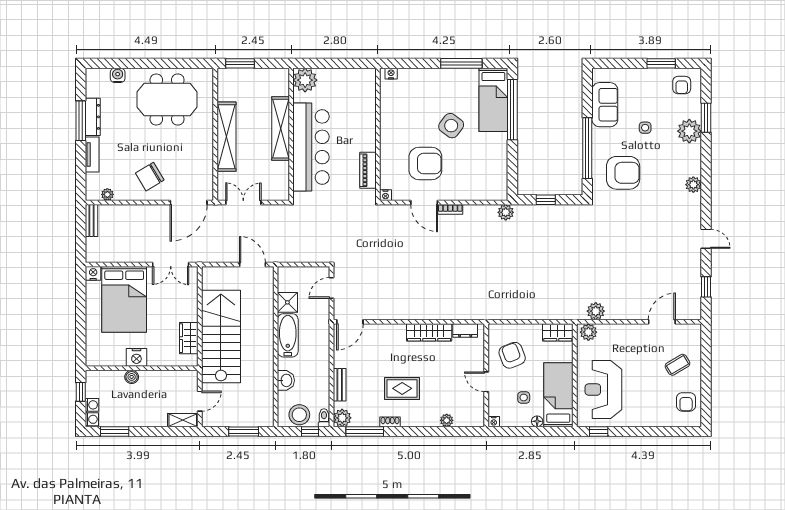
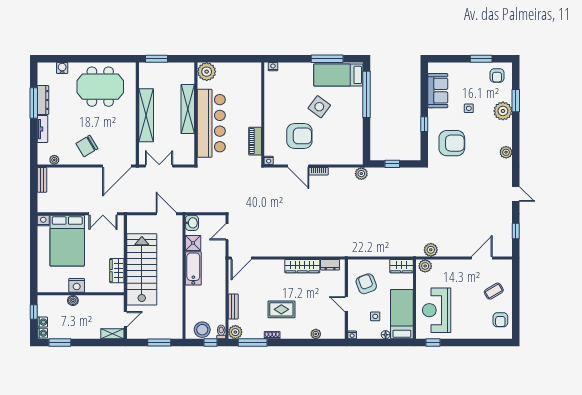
bed: (493, 100) -> (338, 75), moved, turned 90
window: (587, 148) -> (424, 124), width x0.32
washbasin: (286, 380) -> (192, 223), moved

